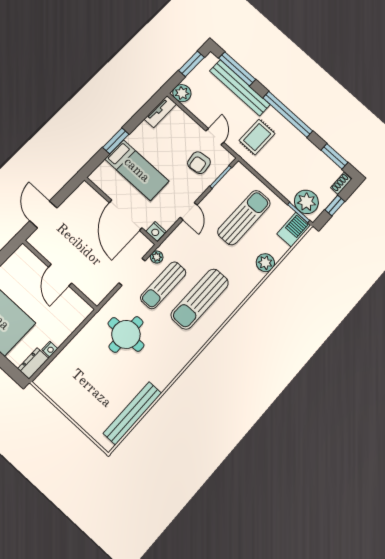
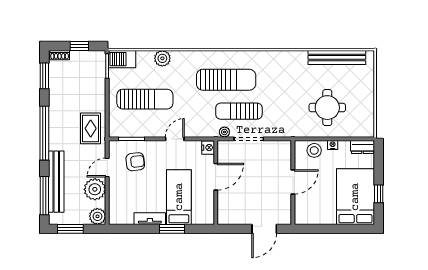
tv unit: (160, 112) -> (150, 219), moved
rug: (257, 137) -> (91, 128), moved, turned 90
plant: (306, 202) -> (95, 189), moved
door: (126, 215) -> (216, 177), width x0.73
sun lounger: (244, 218) -> (145, 99), turned 180
sun lounger: (163, 285) -> (239, 111), turned 180
stool: (70, 318) -> (314, 150), added
round table: (126, 334) -> (327, 108), moved
nightstand: (50, 349) -> (333, 145), moved

